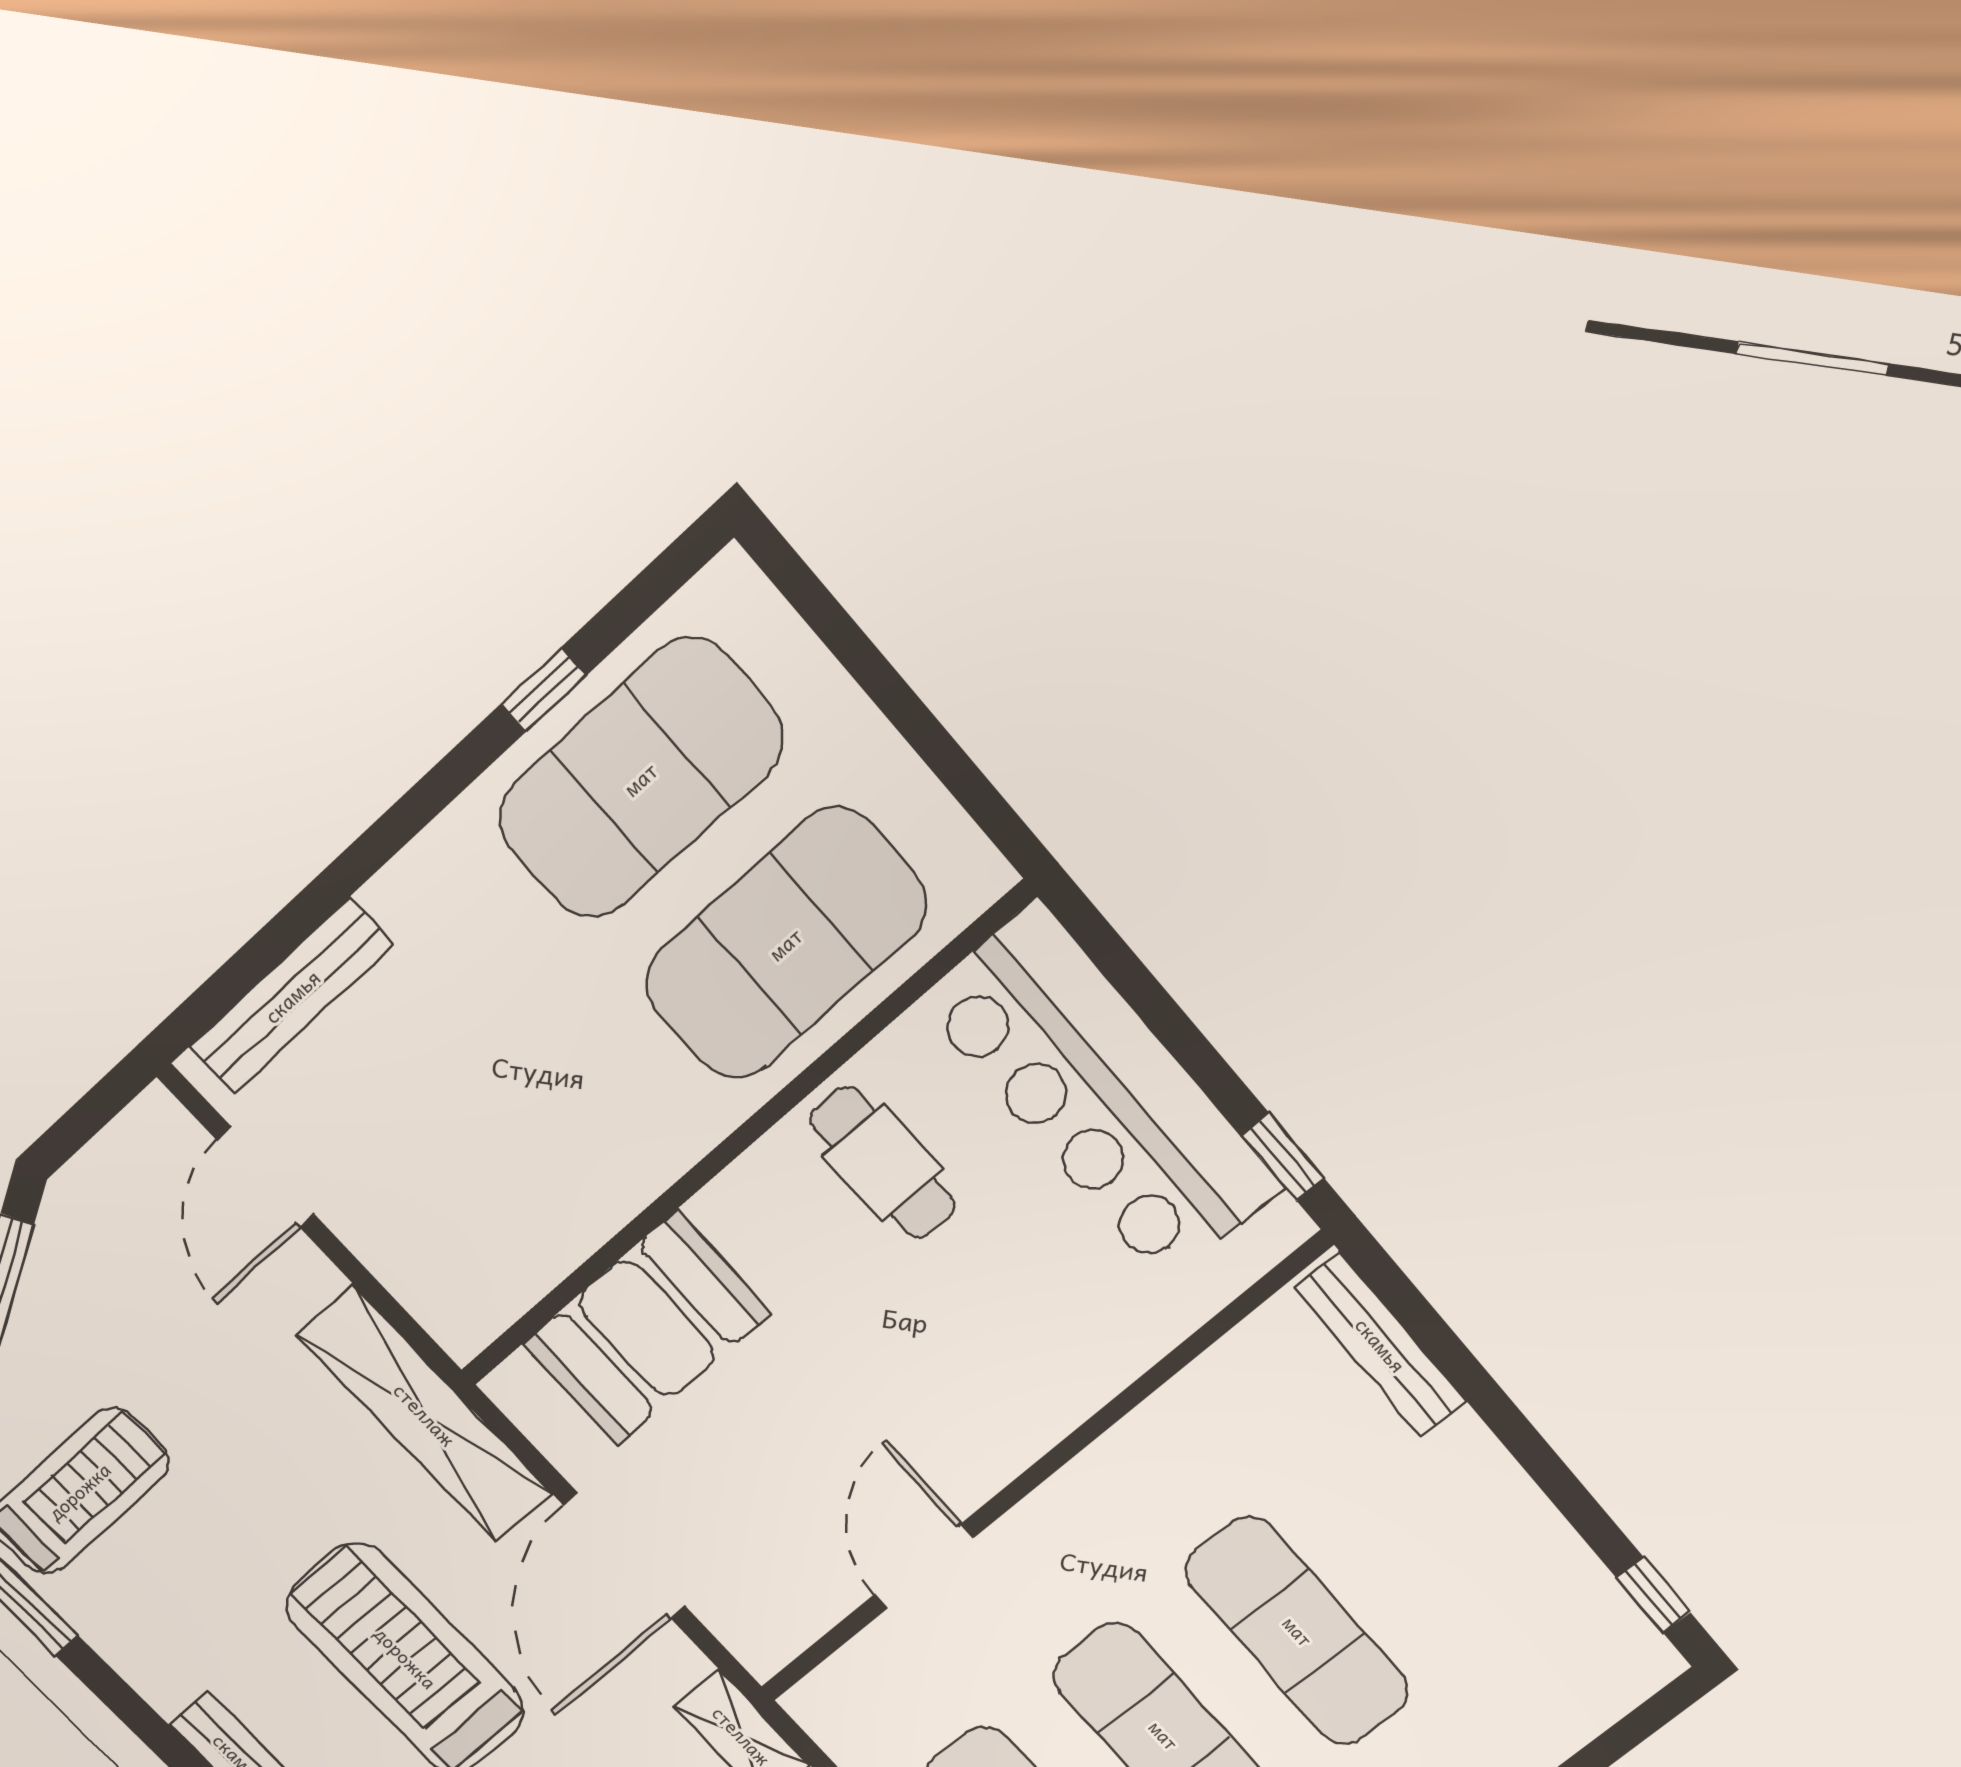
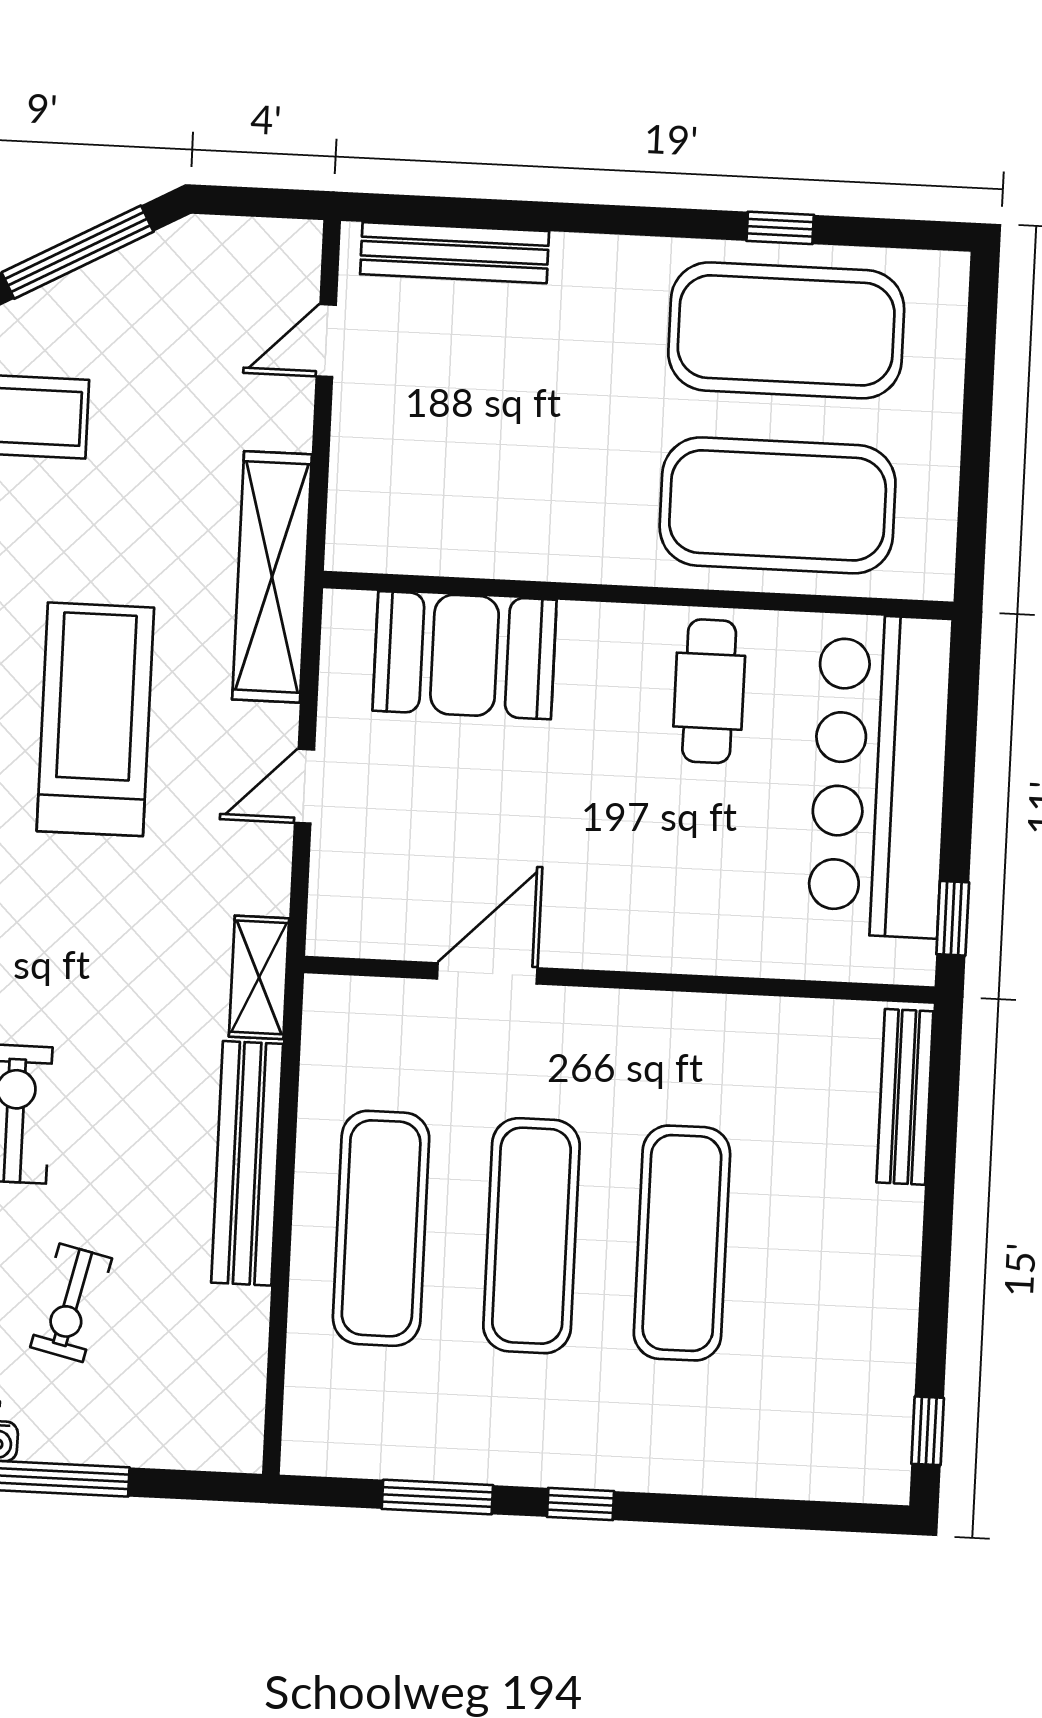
door: (266, 1177) -> (326, 341), width x0.73
door: (625, 1556) -> (304, 786), width x0.53

